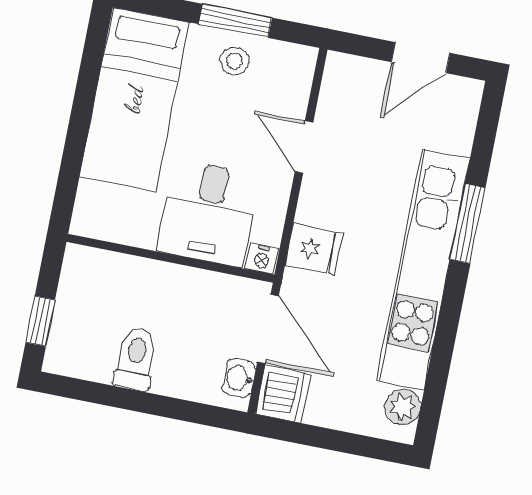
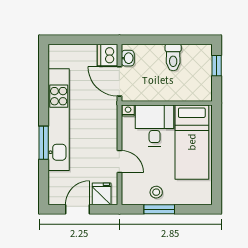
bed: (134, 99) -> (192, 142), moved, turned 180
fridge: (314, 249) -> (102, 194), moved, turned 90
plant: (403, 407) -> (56, 60), removed

